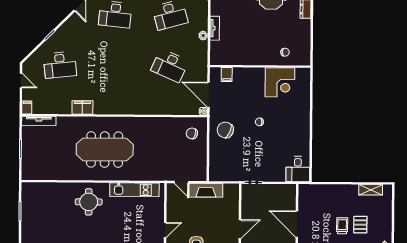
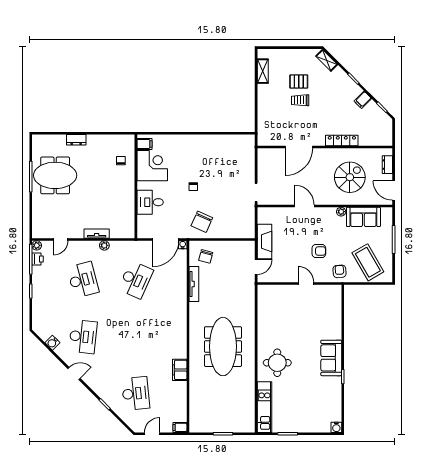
filing cabinet: (227, 75) -> (144, 144), moved
tv unit: (39, 121) -> (194, 284), moved
desk: (298, 169) -> (150, 202), moved, turned 180
kitchen unit: (134, 190) -> (264, 407), moved

